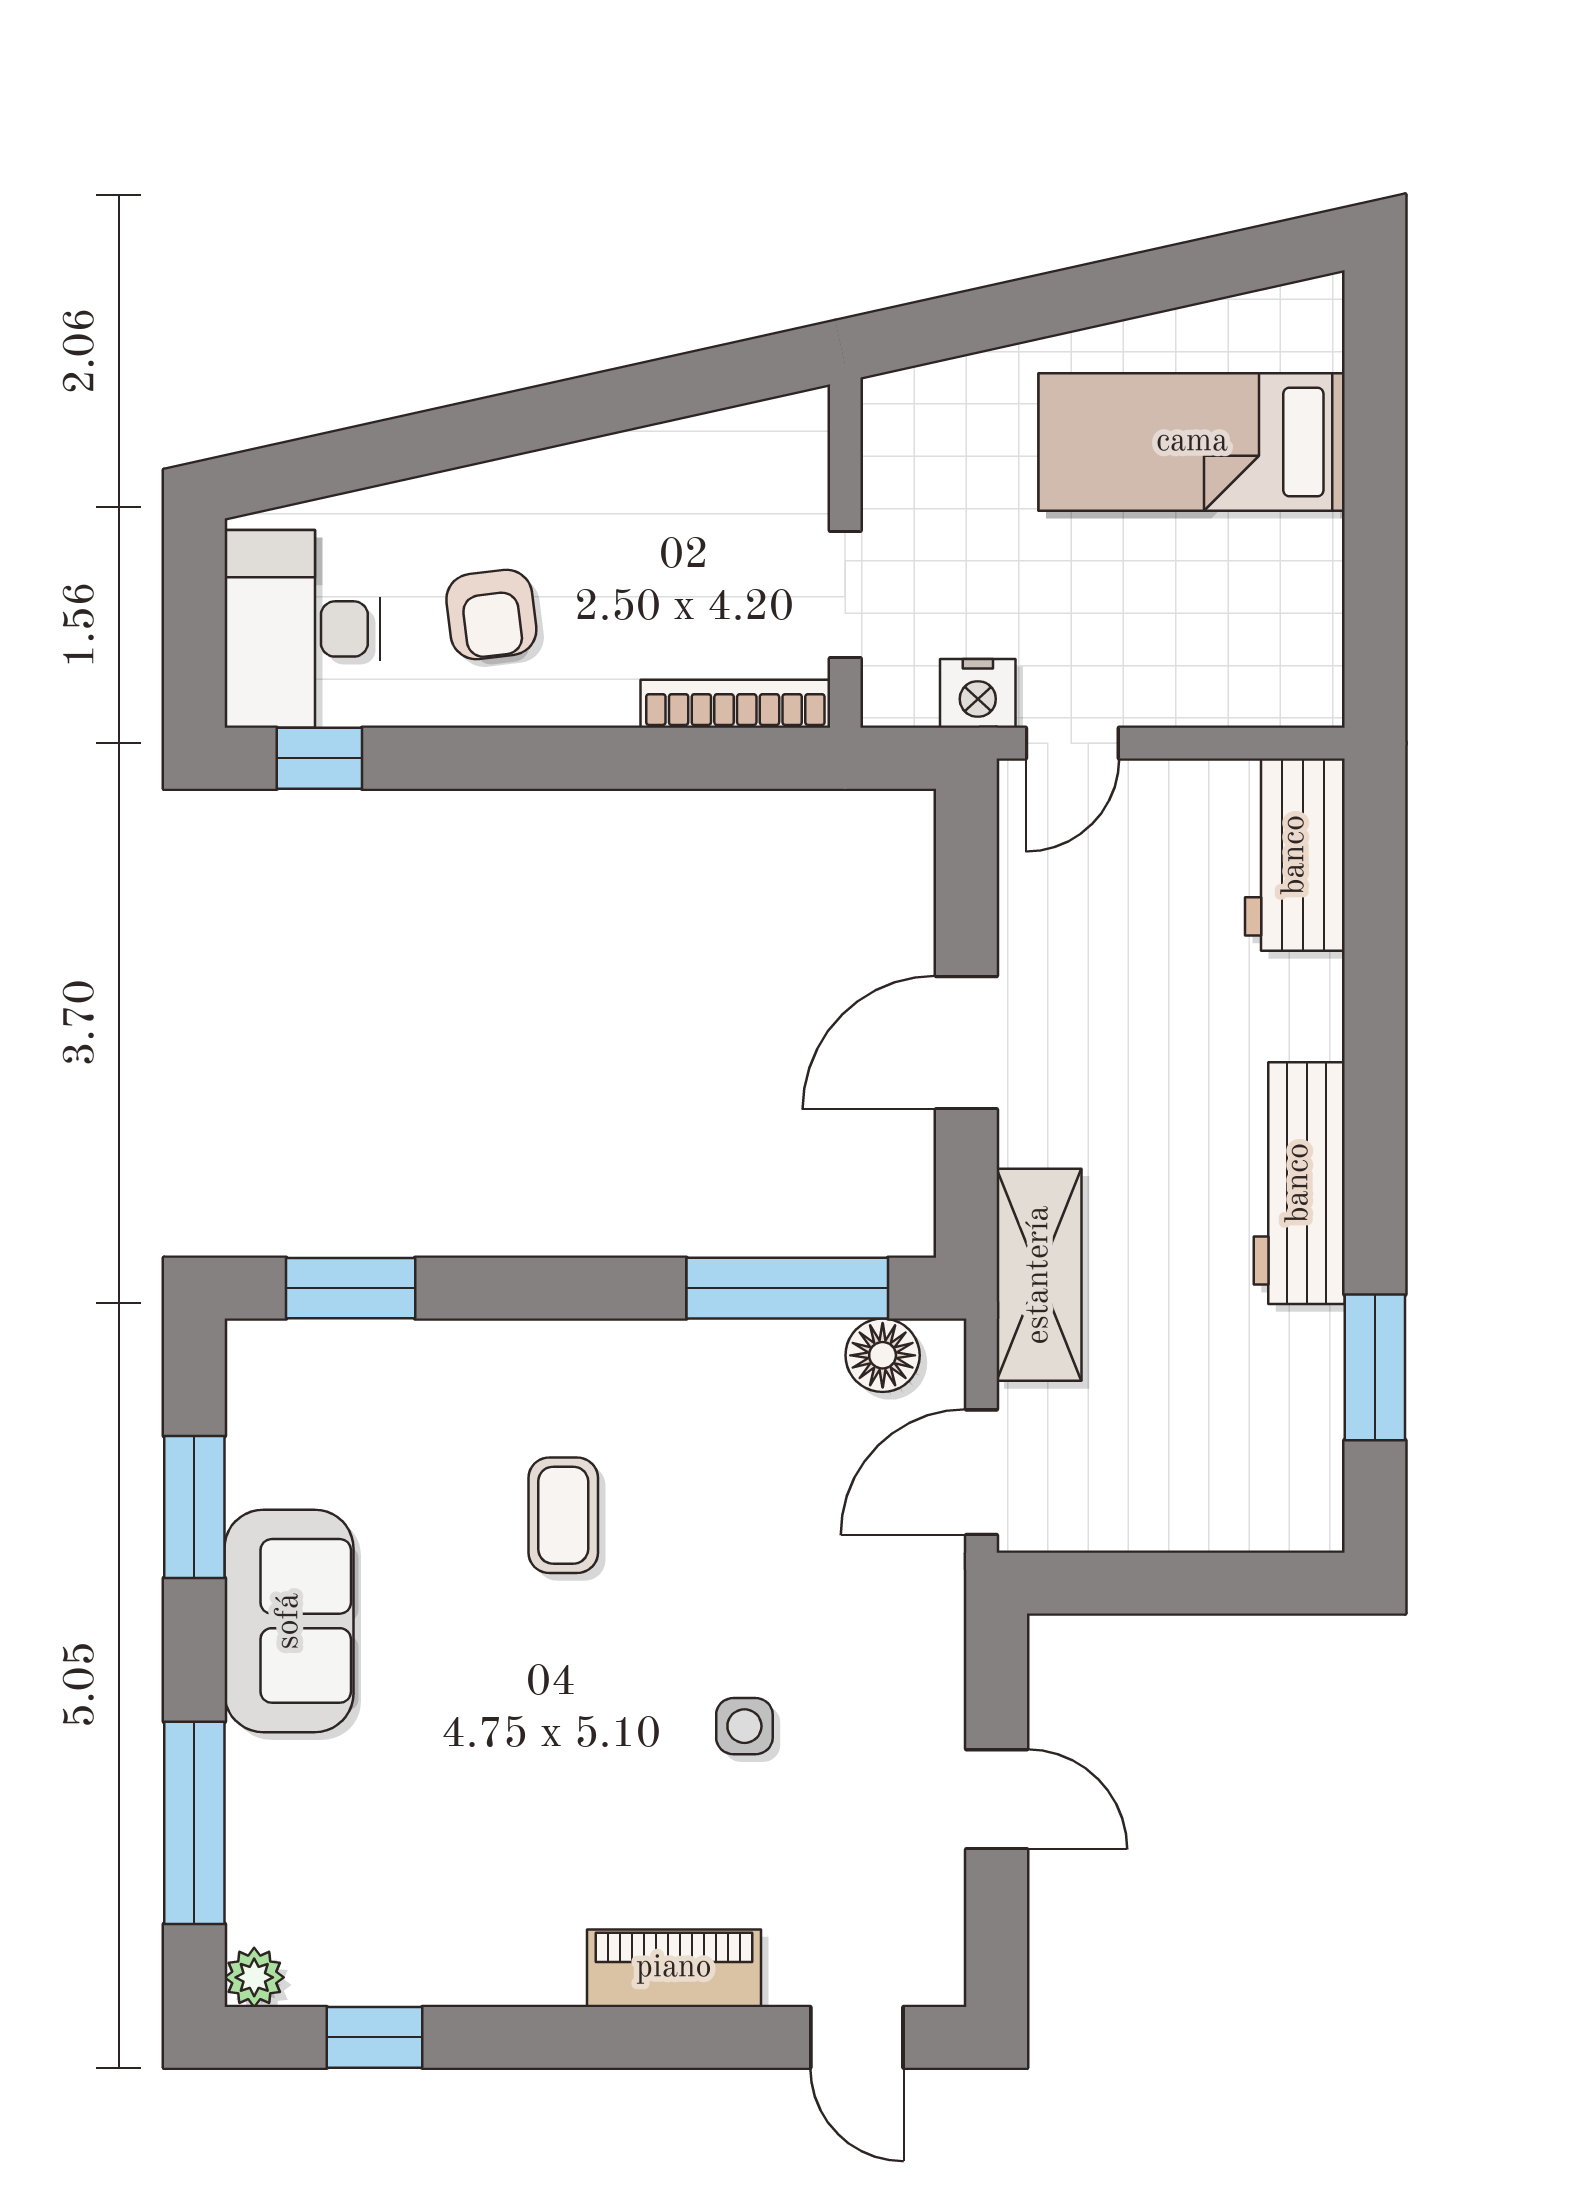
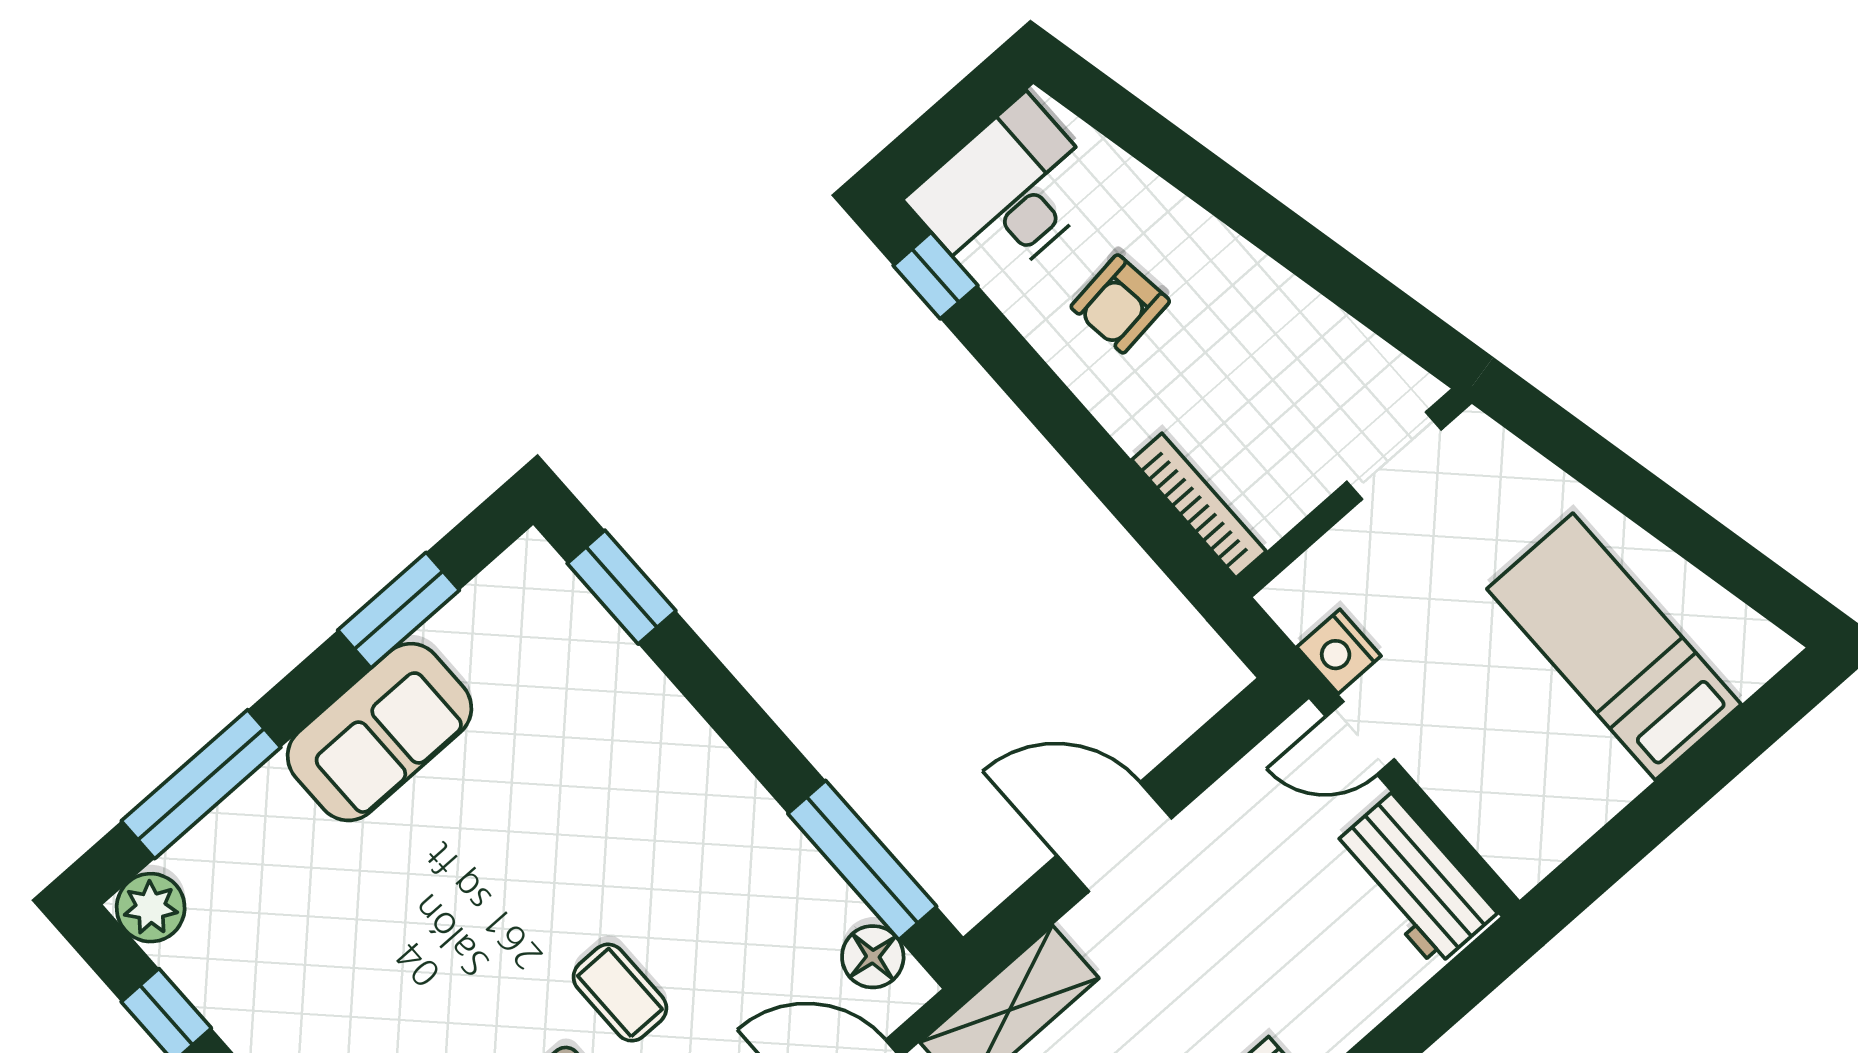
doorway: (845, 594) -> (1394, 456), moved
workbench: (1295, 855) -> (1413, 880), moved, turned -90
coffee table: (563, 1515) -> (620, 993), moved, turned 90
plant: (254, 1977) -> (151, 908), width x1.38, depth x1.38

